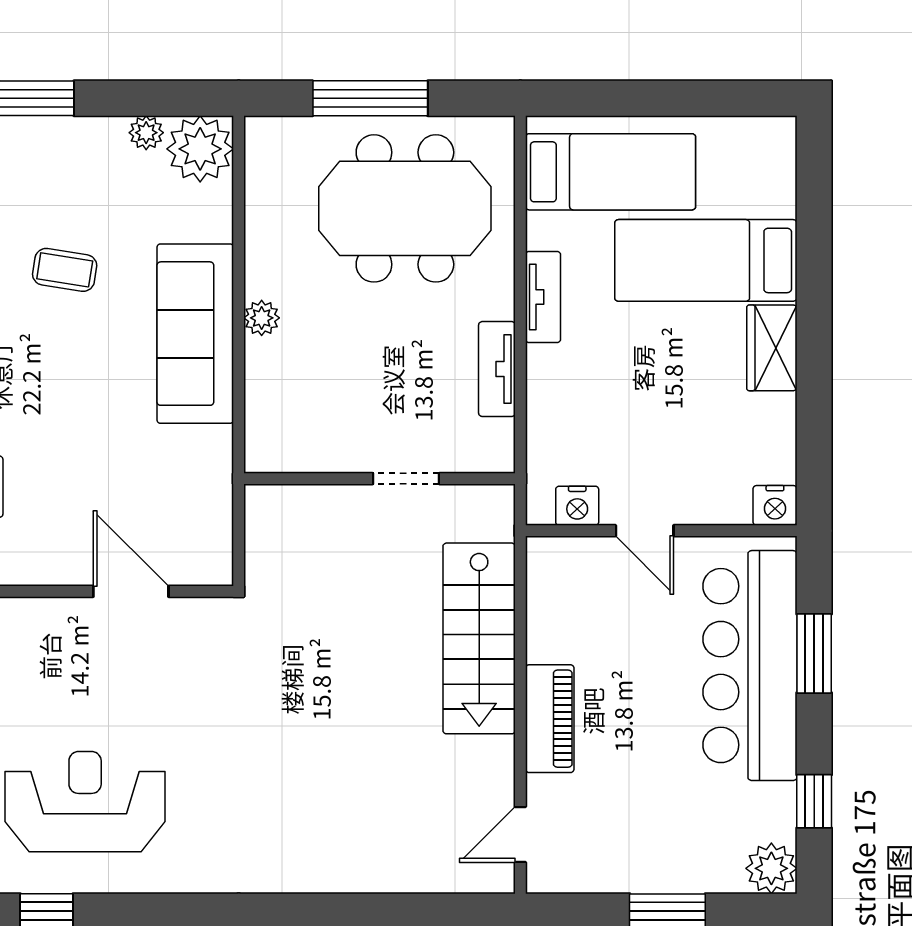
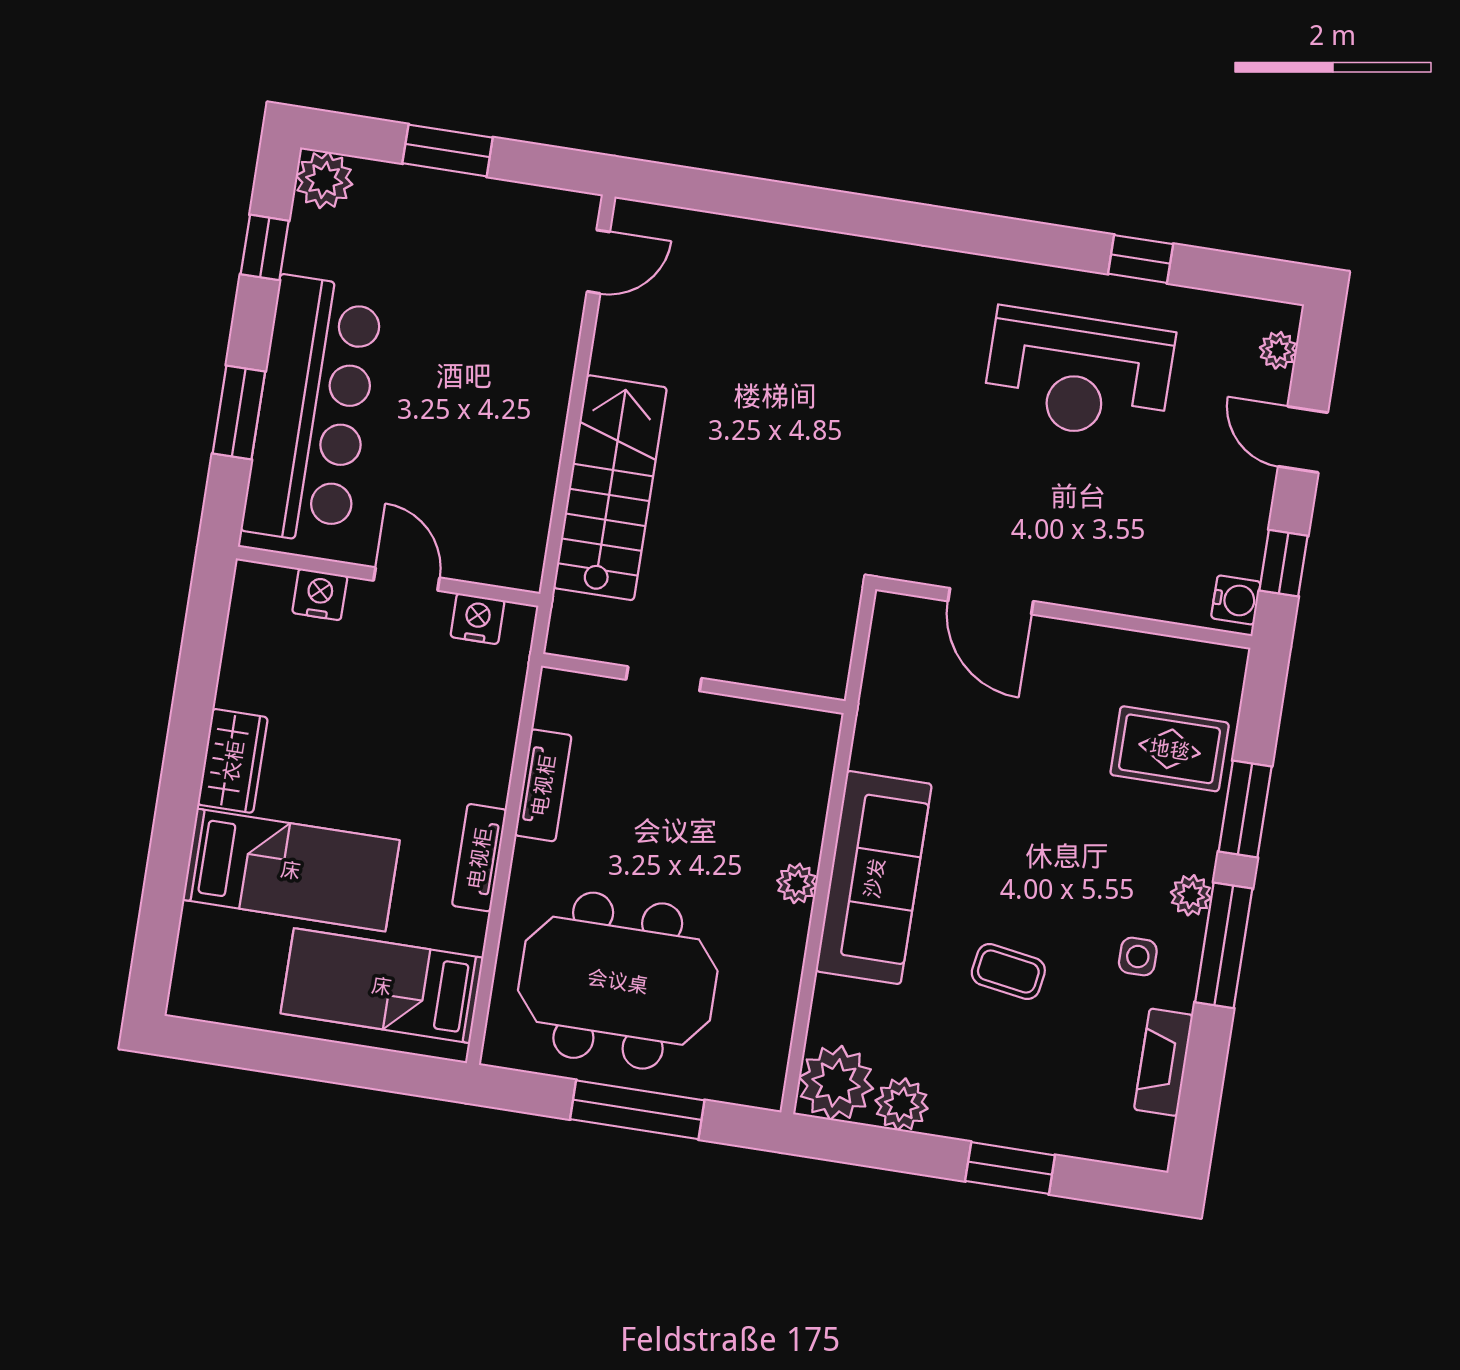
plant: (146, 133) -> (902, 1104), width x1.38, depth x1.38
nightstand: (775, 505) -> (320, 594), moved
piano: (550, 719) -> (545, 386), removed

